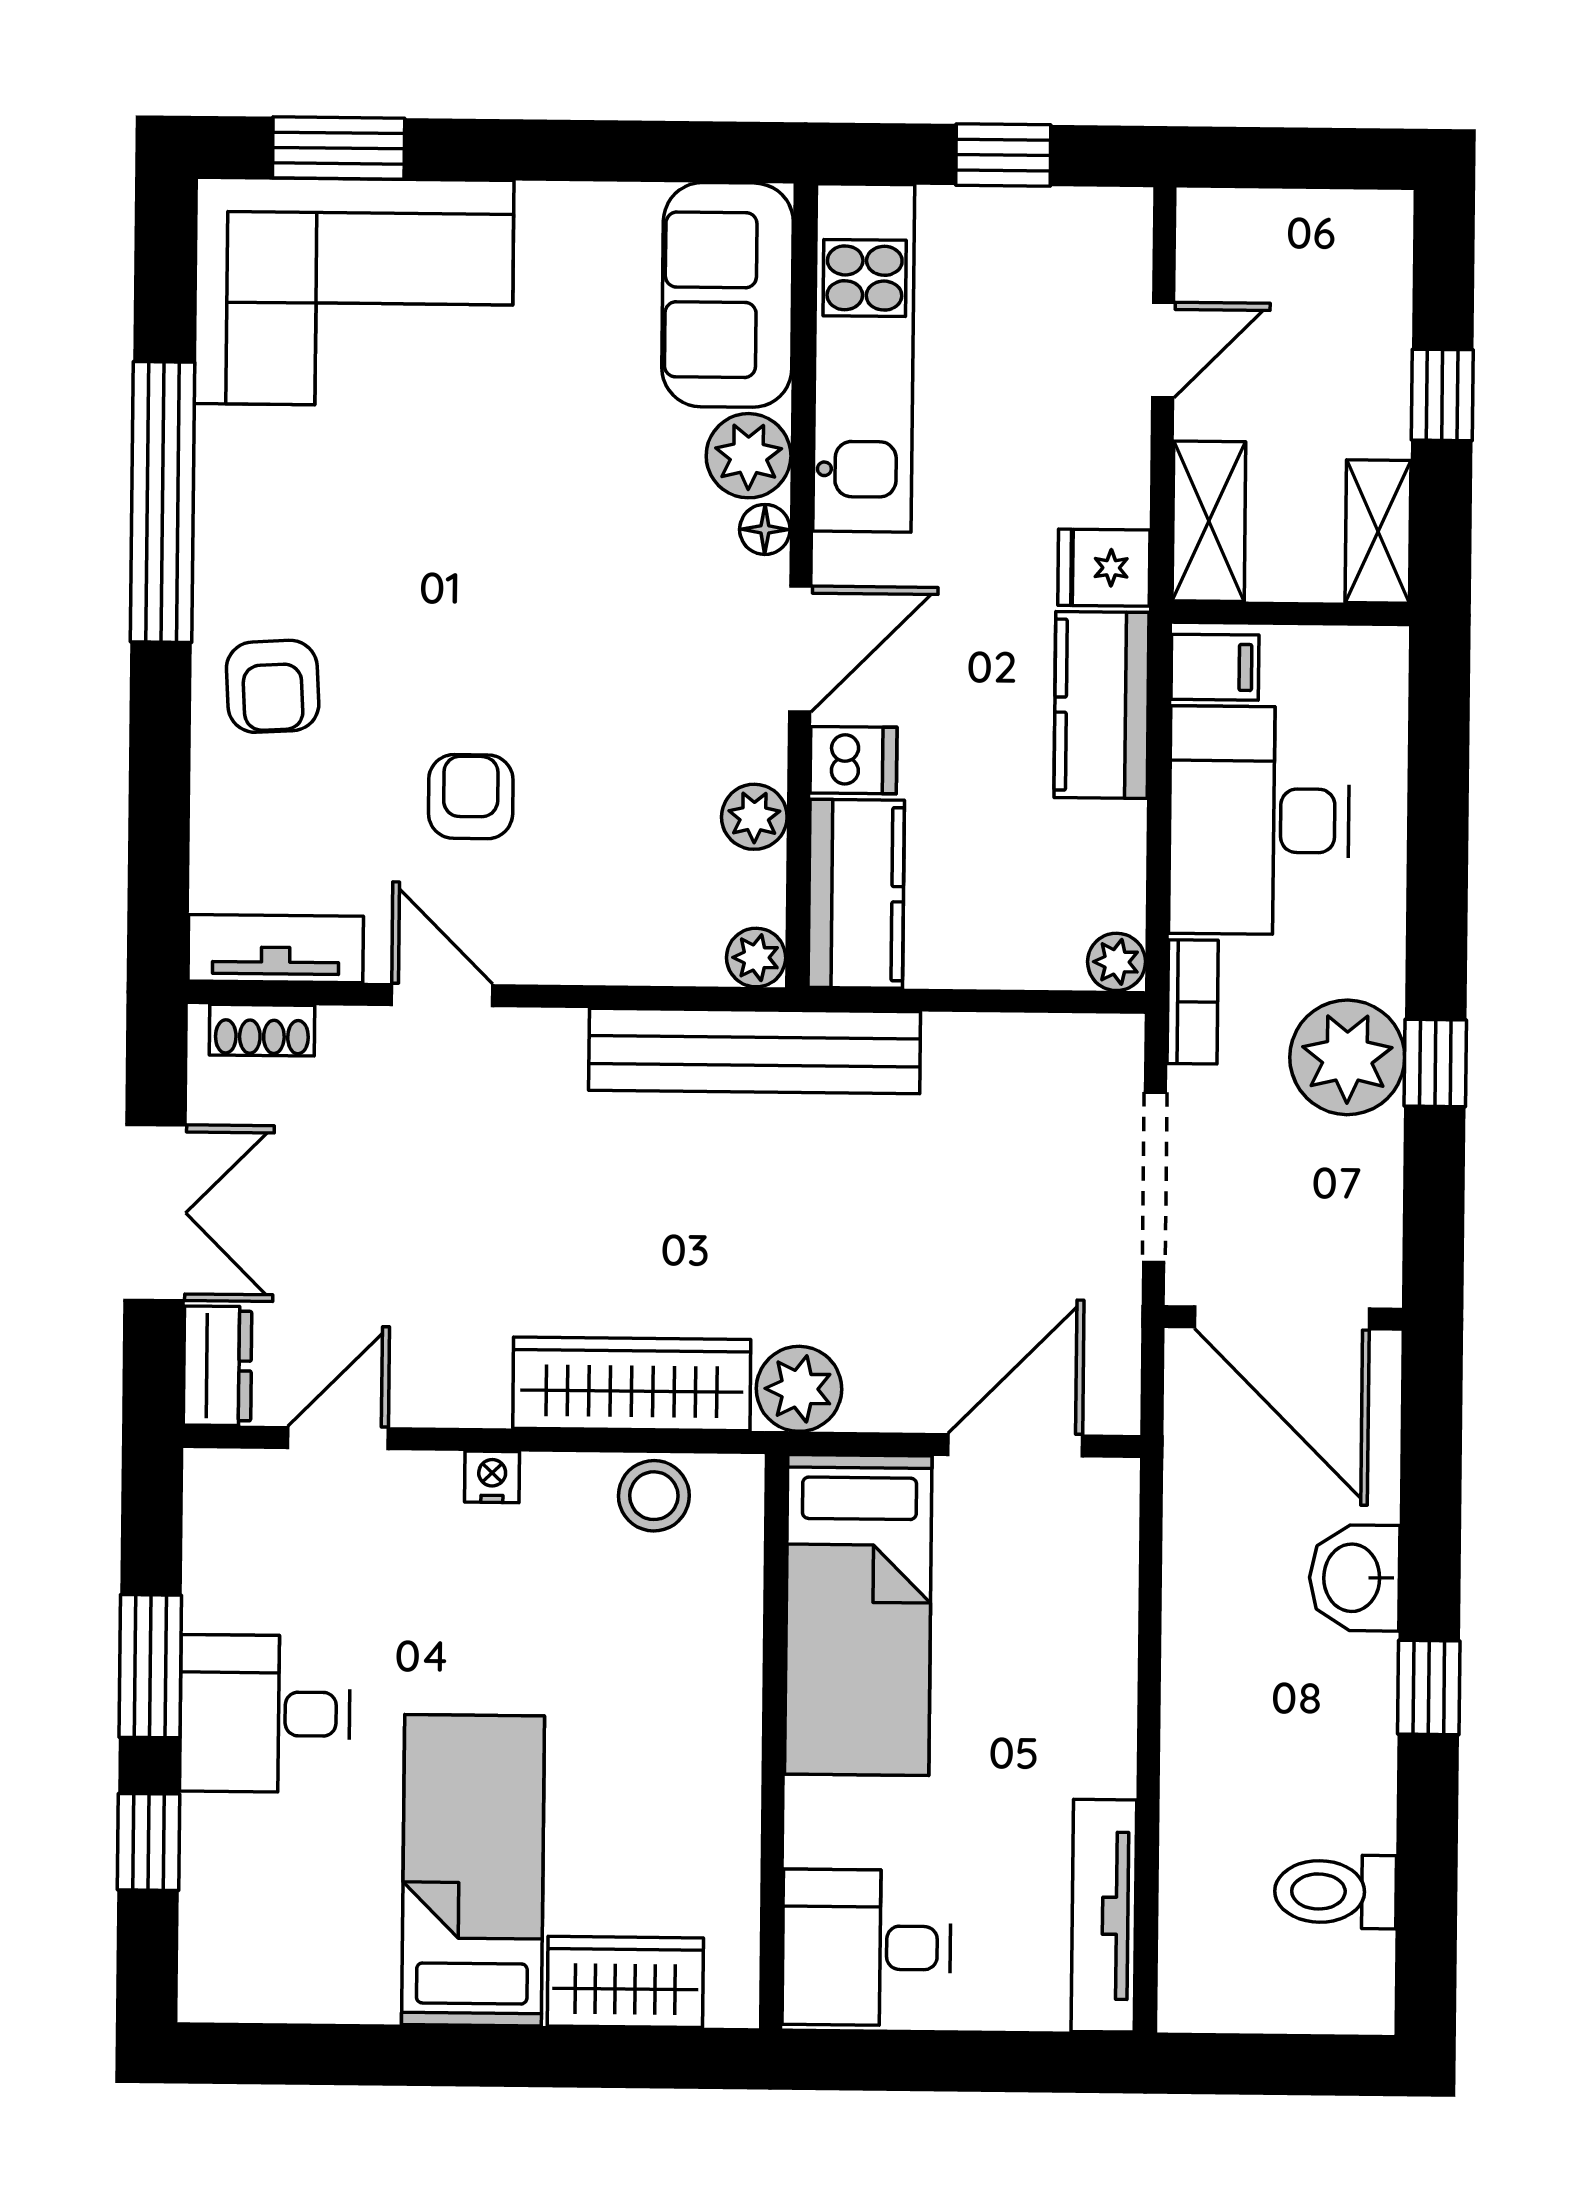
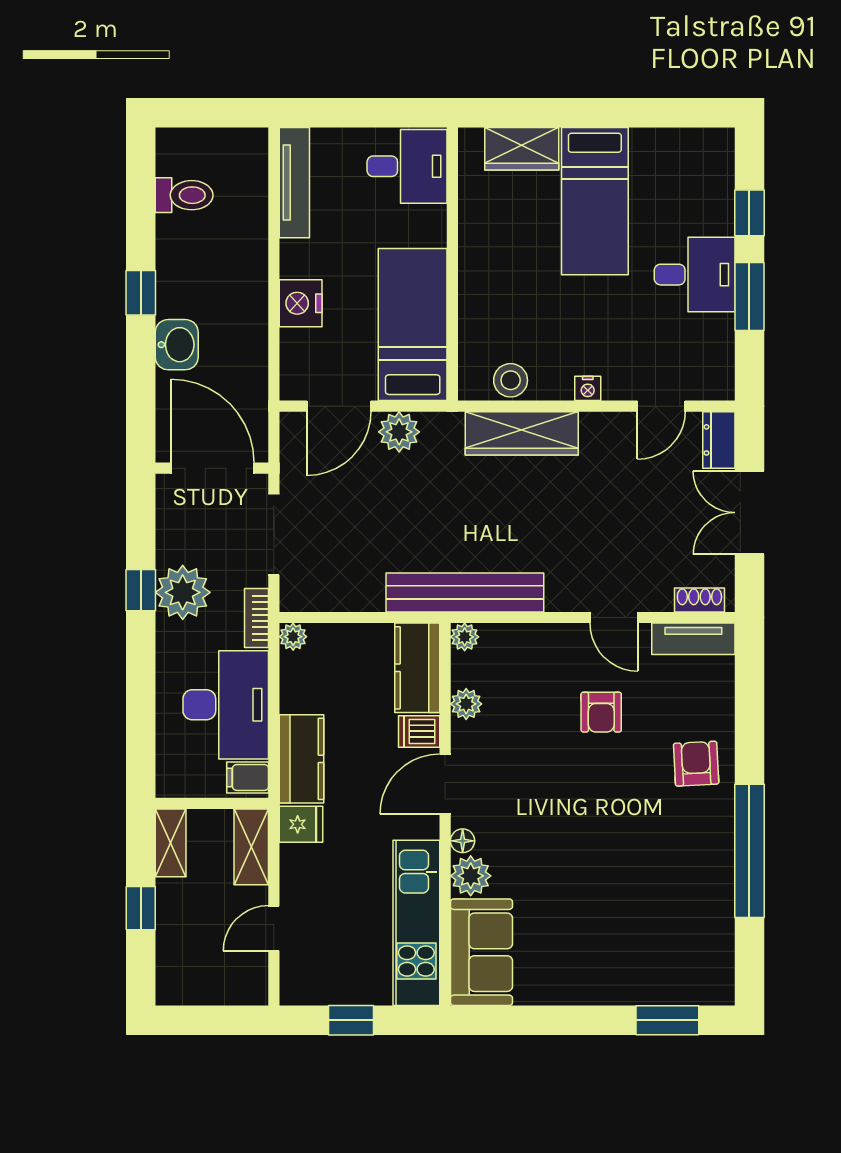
corner sofa: (354, 292) -> (659, 952), removed
plant: (799, 1389) -> (399, 432), moved
nightstand: (1093, 1662) -> (301, 303), added

